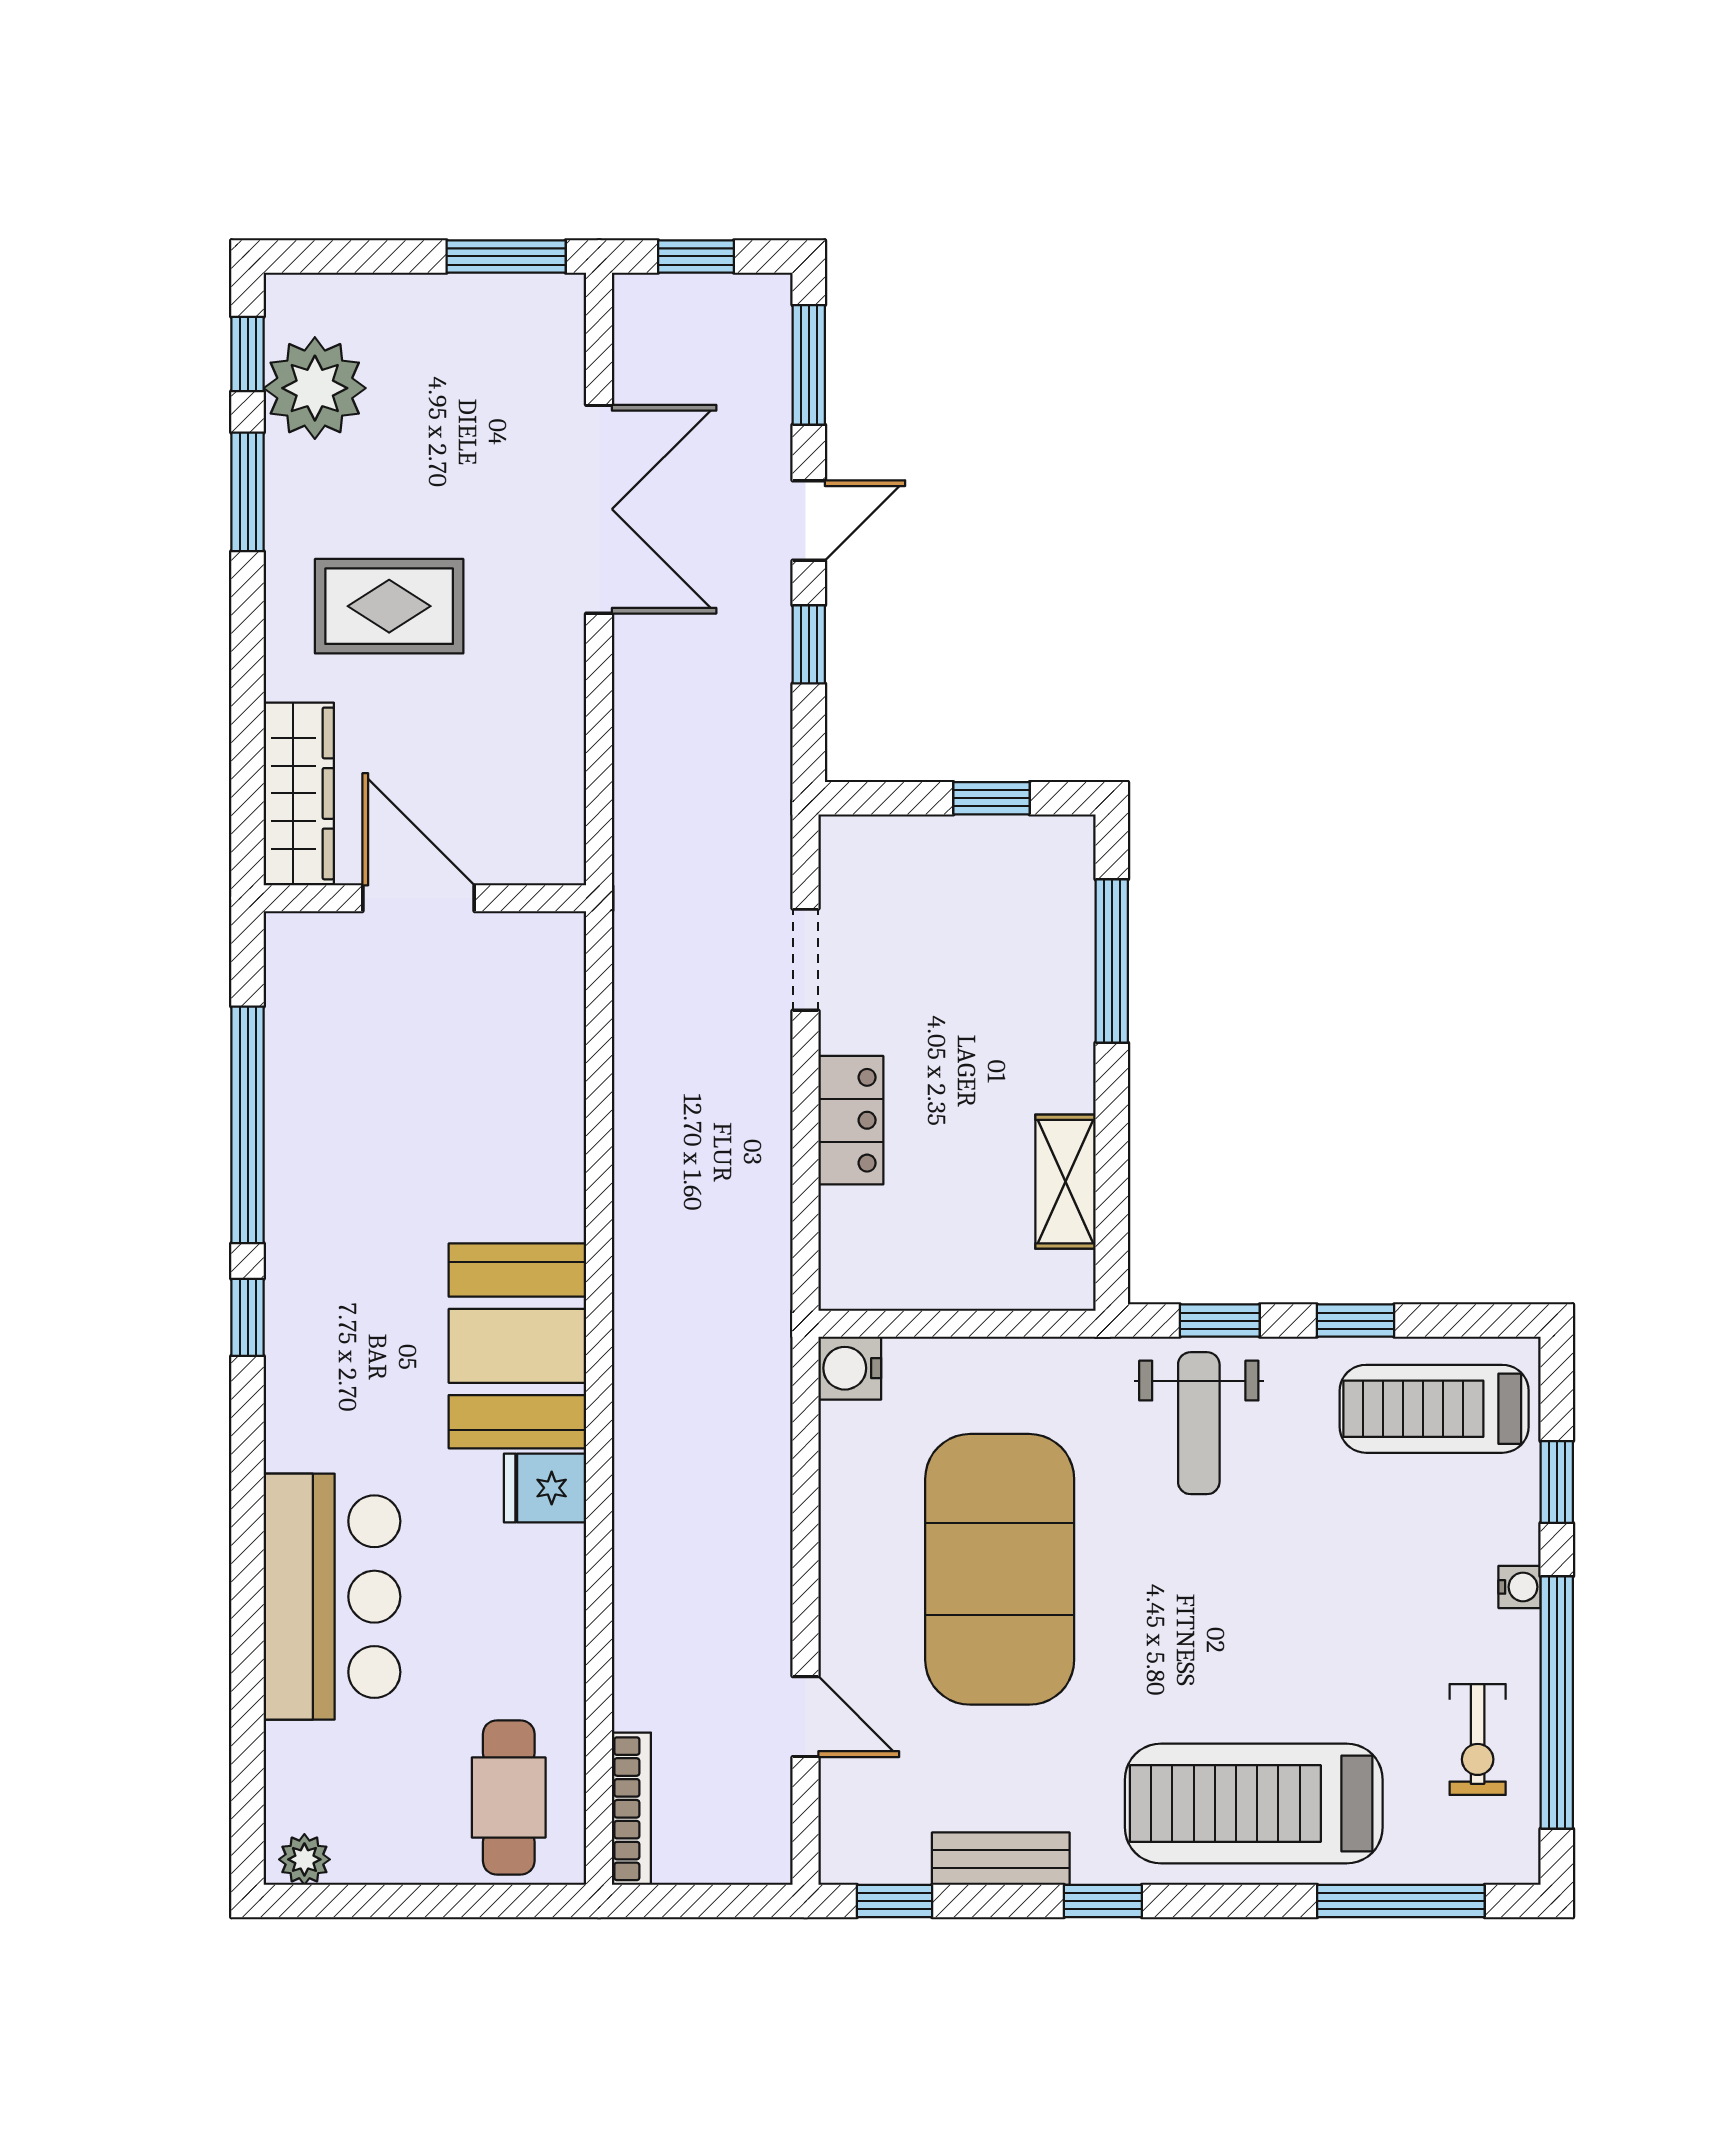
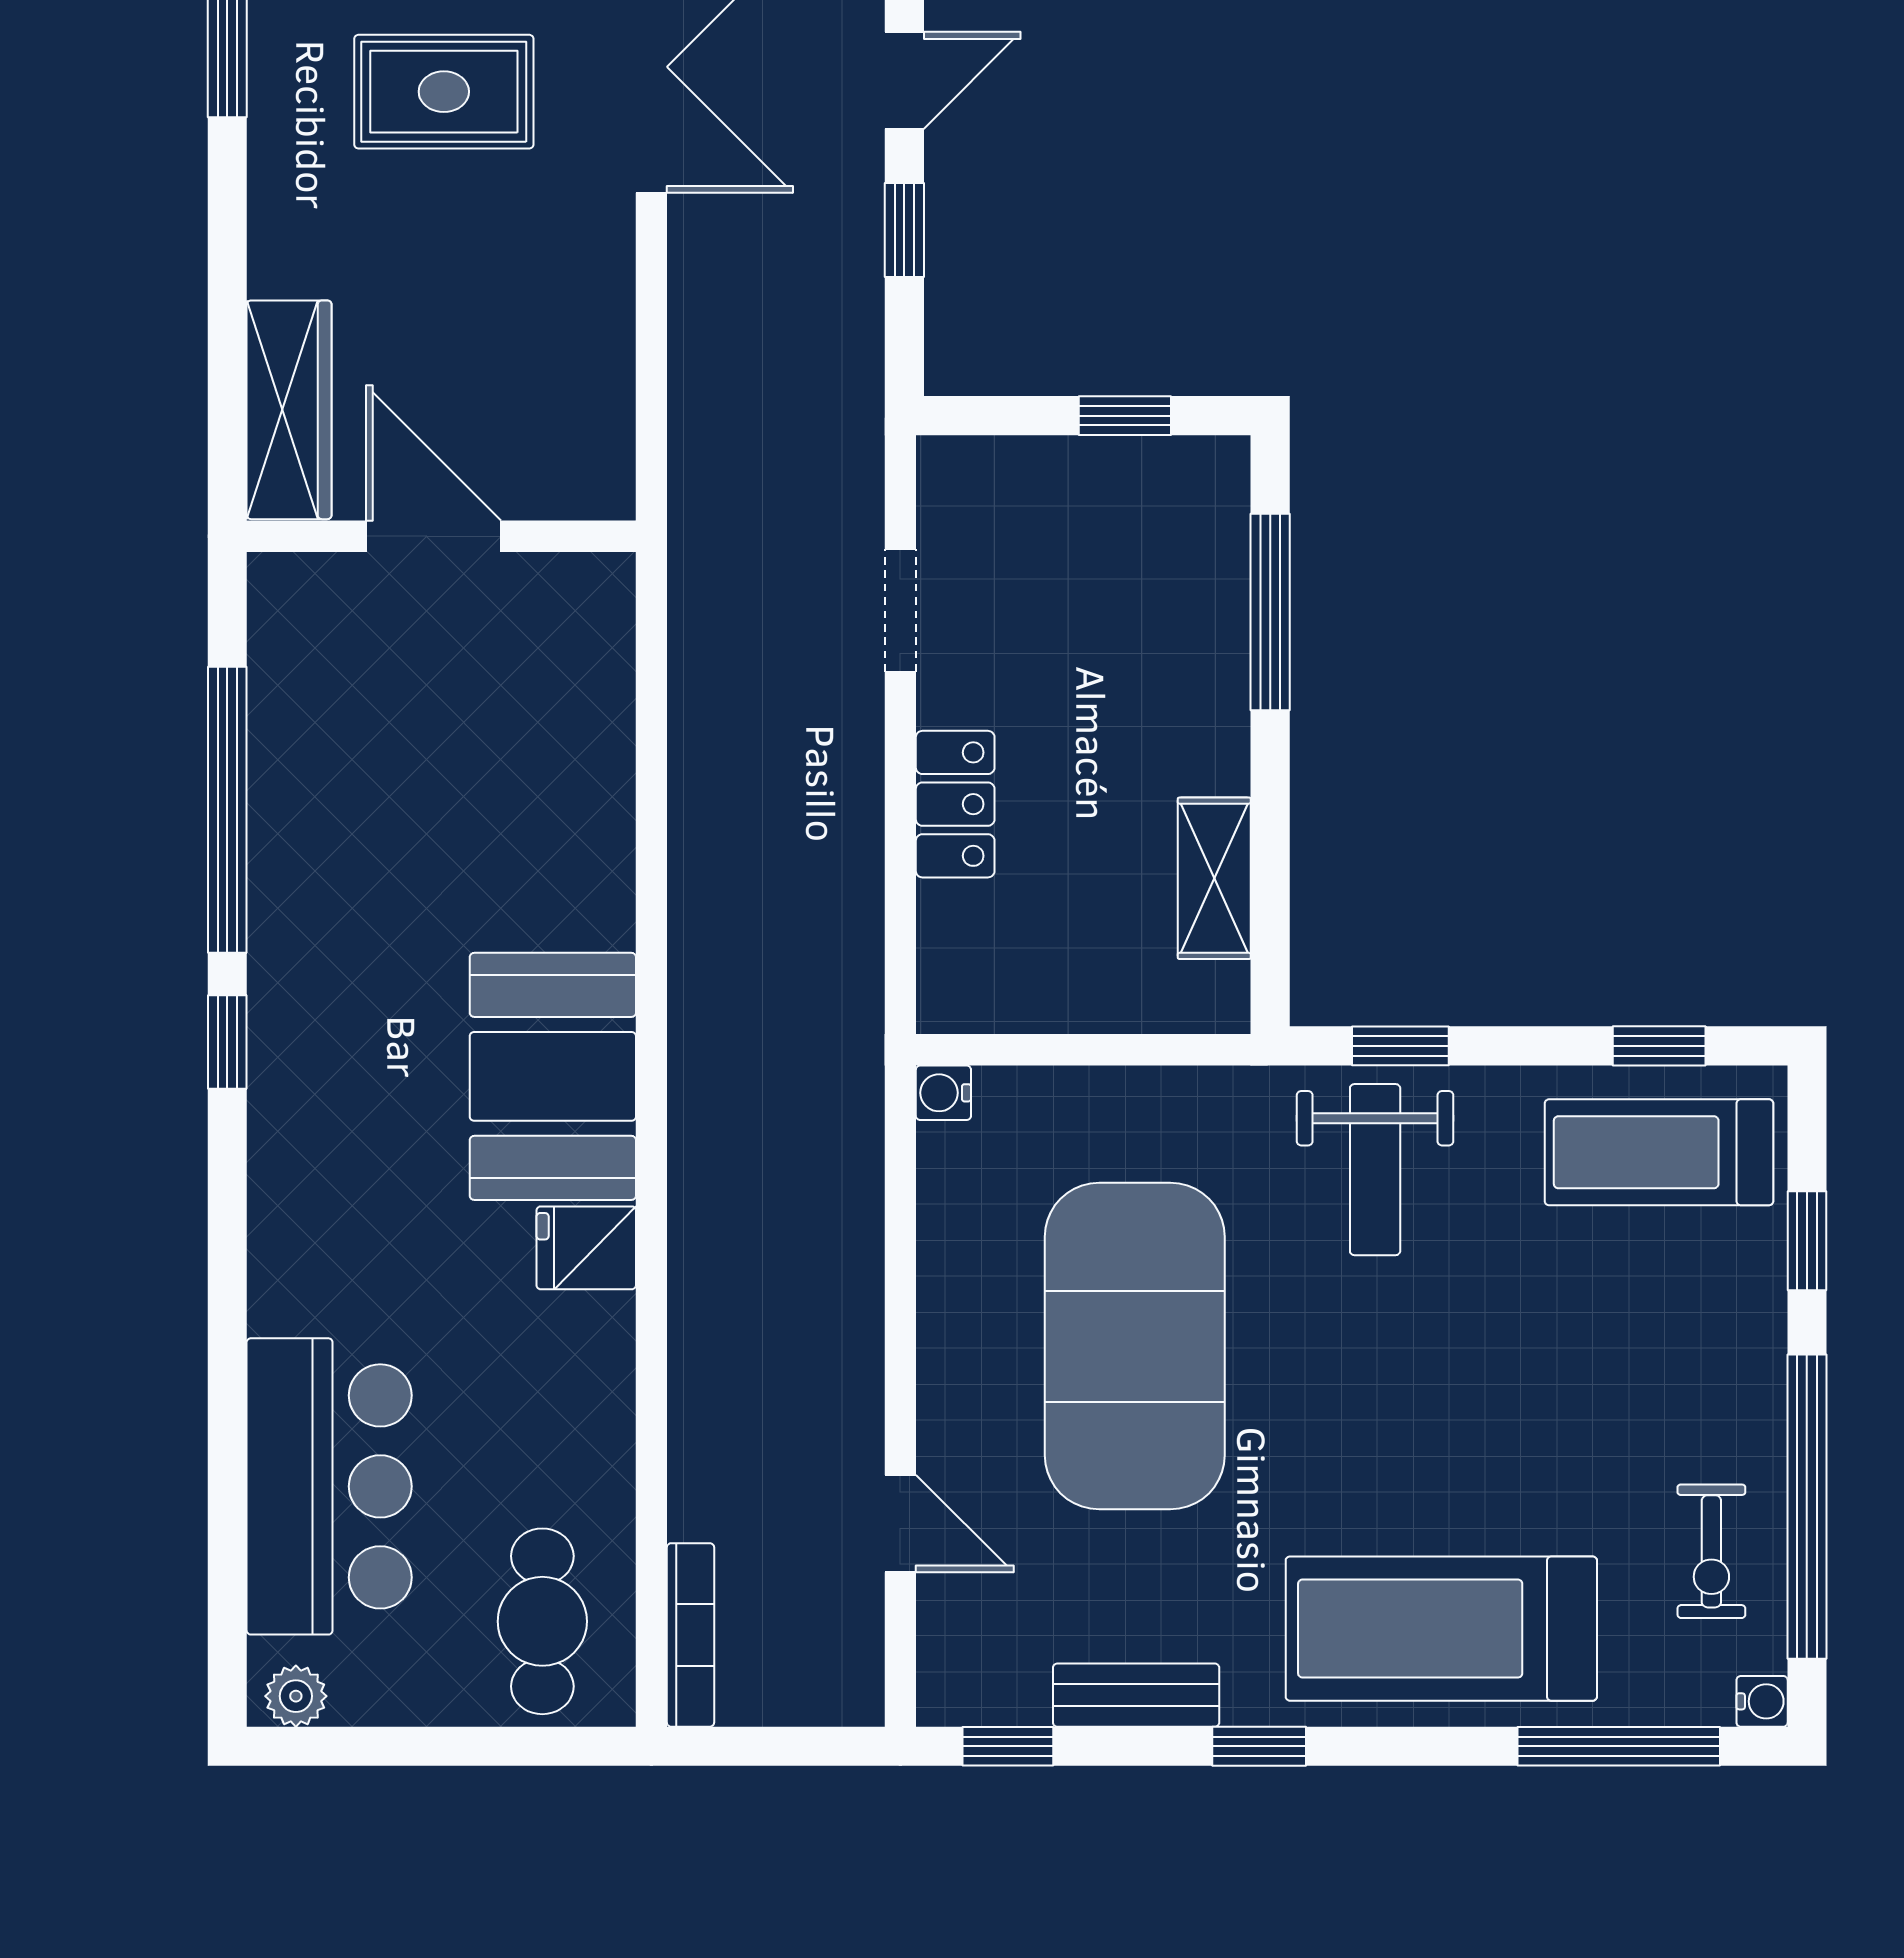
rug: (389, 606) -> (444, 92), moved
window: (1355, 1321) -> (1659, 1046), moved
water cooler: (850, 1368) -> (943, 1093), width x0.72, depth x0.72
water cooler: (1520, 1587) -> (1762, 1701), moved
bar counter: (332, 1597) -> (329, 1486), moved

